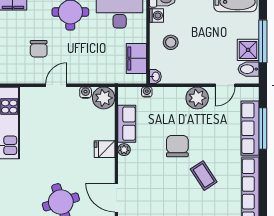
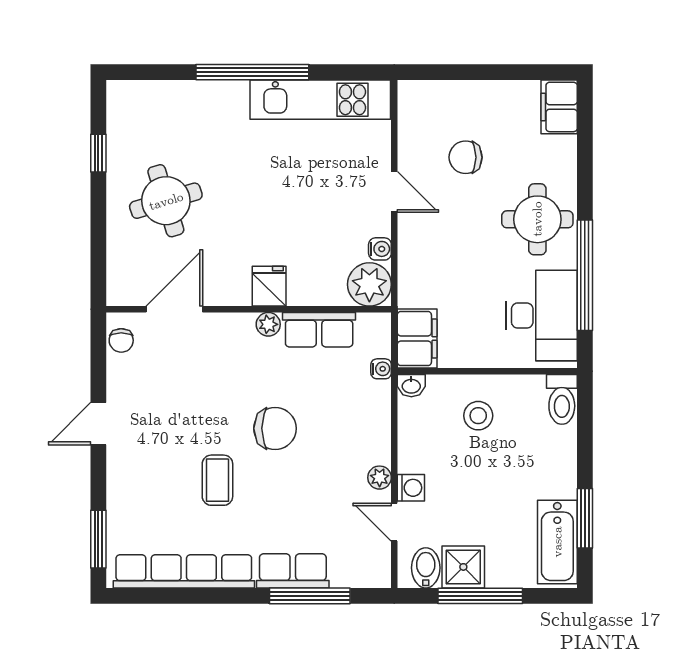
washing machine: (156, 15) -> (411, 488), moved, turned -90
filing cabinet: (136, 58) -> (417, 339), moved, turned 90
plant: (197, 98) -> (380, 478), width x0.53, depth x0.53
row of seats: (250, 128) -> (293, 571), width x0.68
coffee table: (204, 176) -> (217, 480), turned -57

